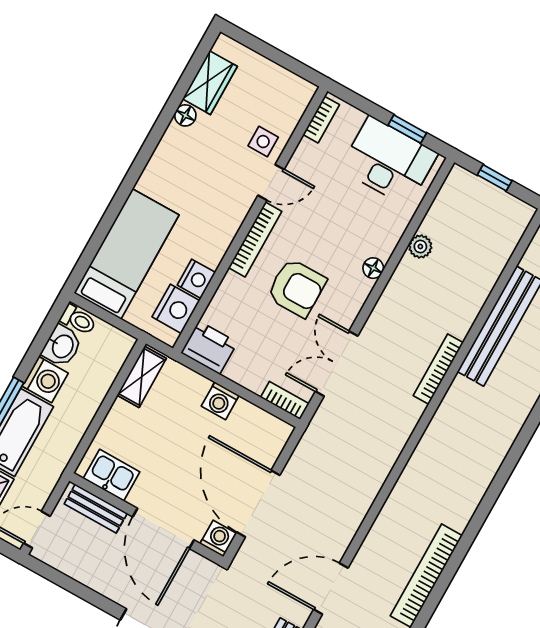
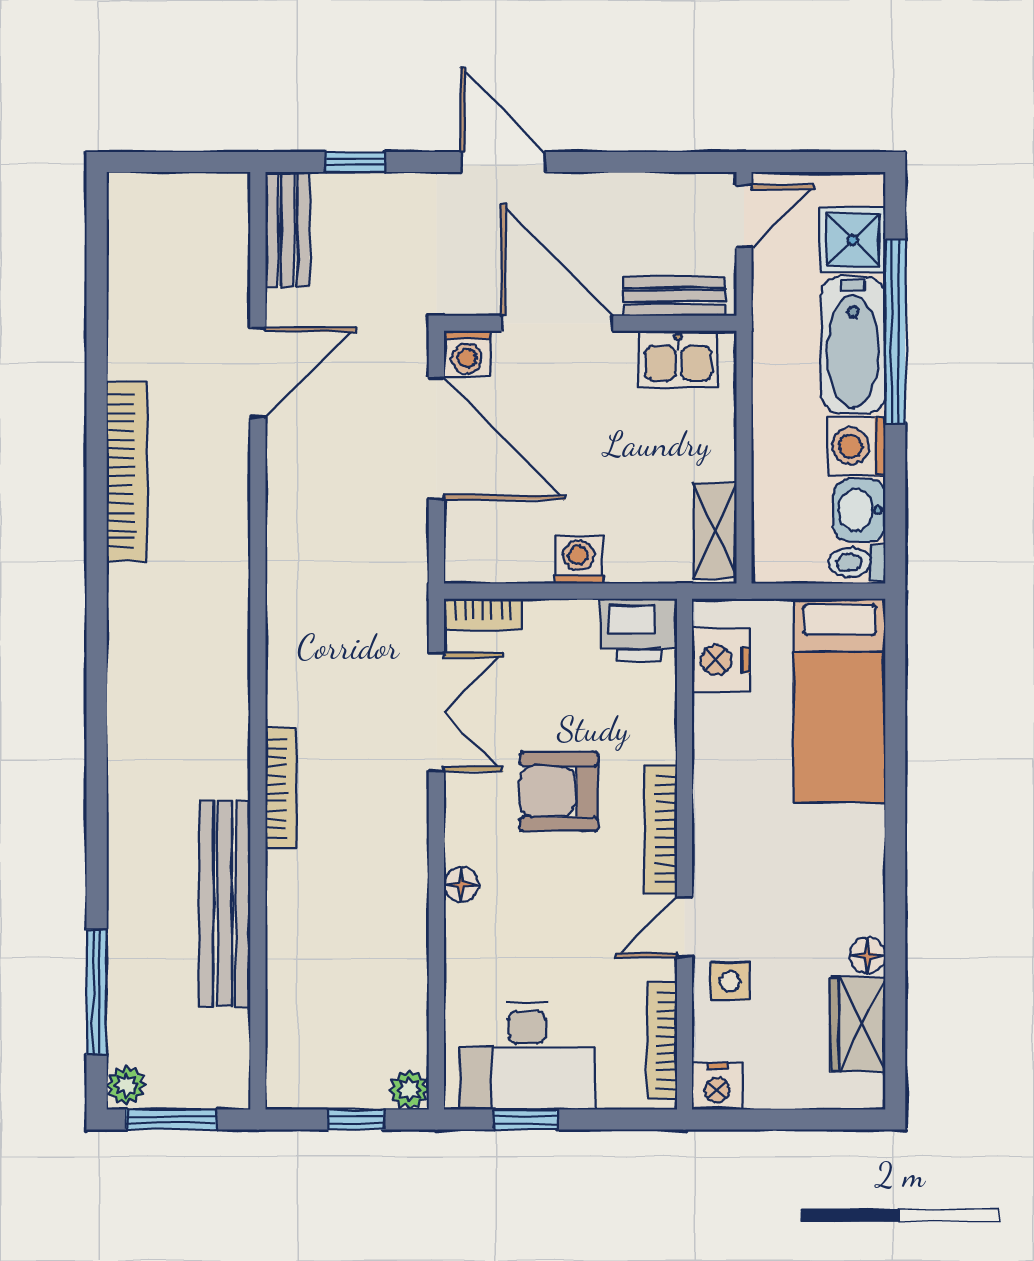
bookcase: (321, 120) -> (662, 1041), width x1.56
plant: (420, 247) -> (409, 1090), moved
nightstand: (196, 279) -> (717, 1086), moved, turned -90

